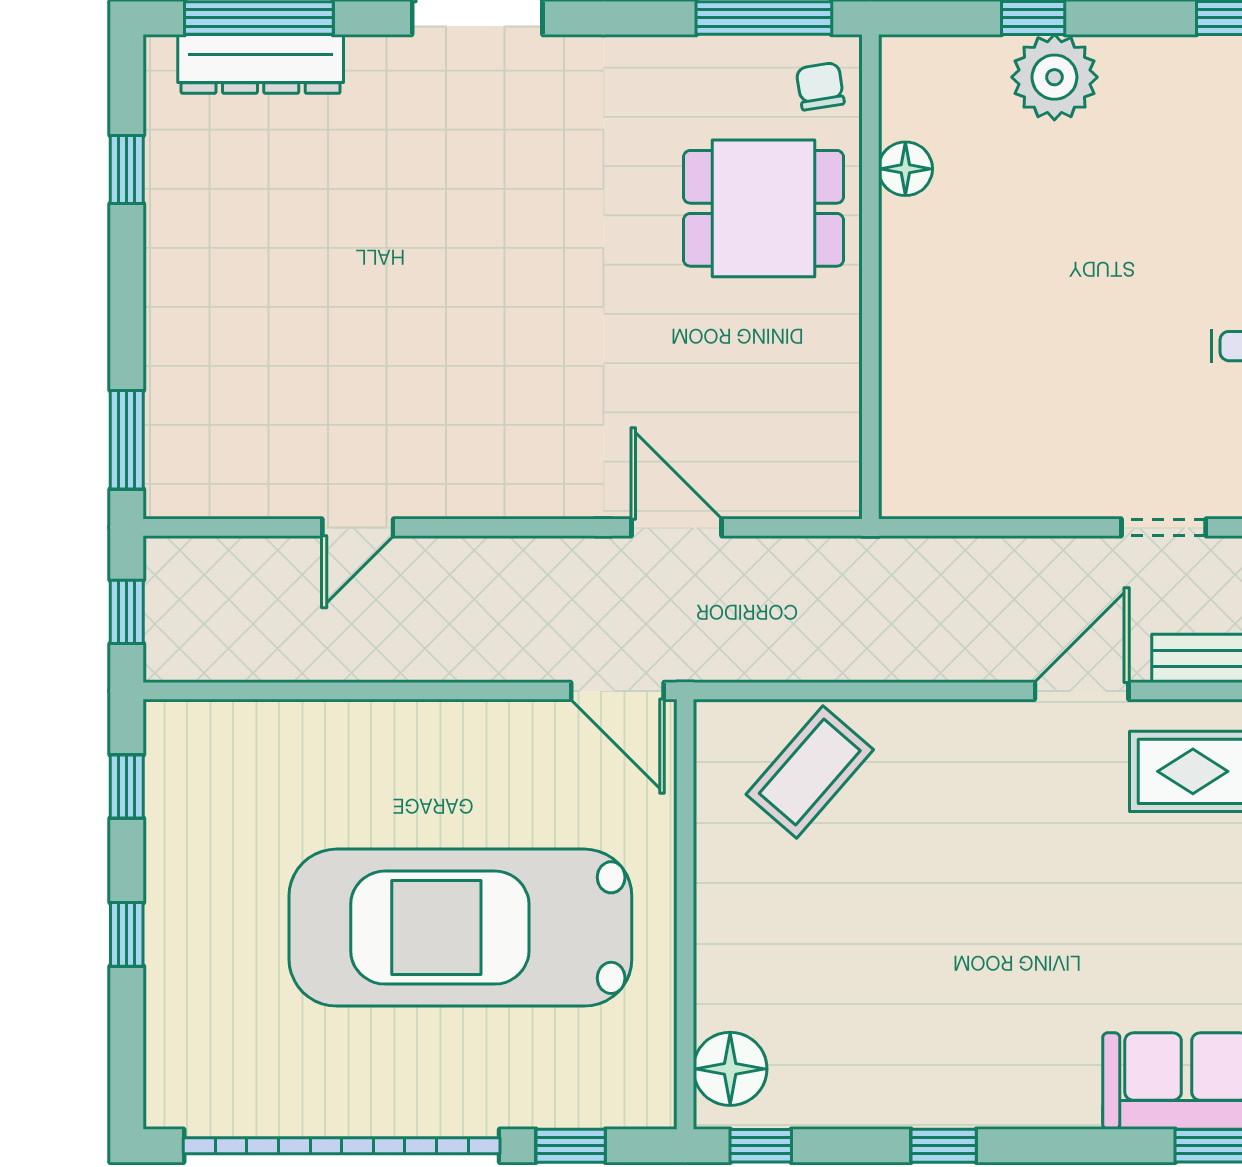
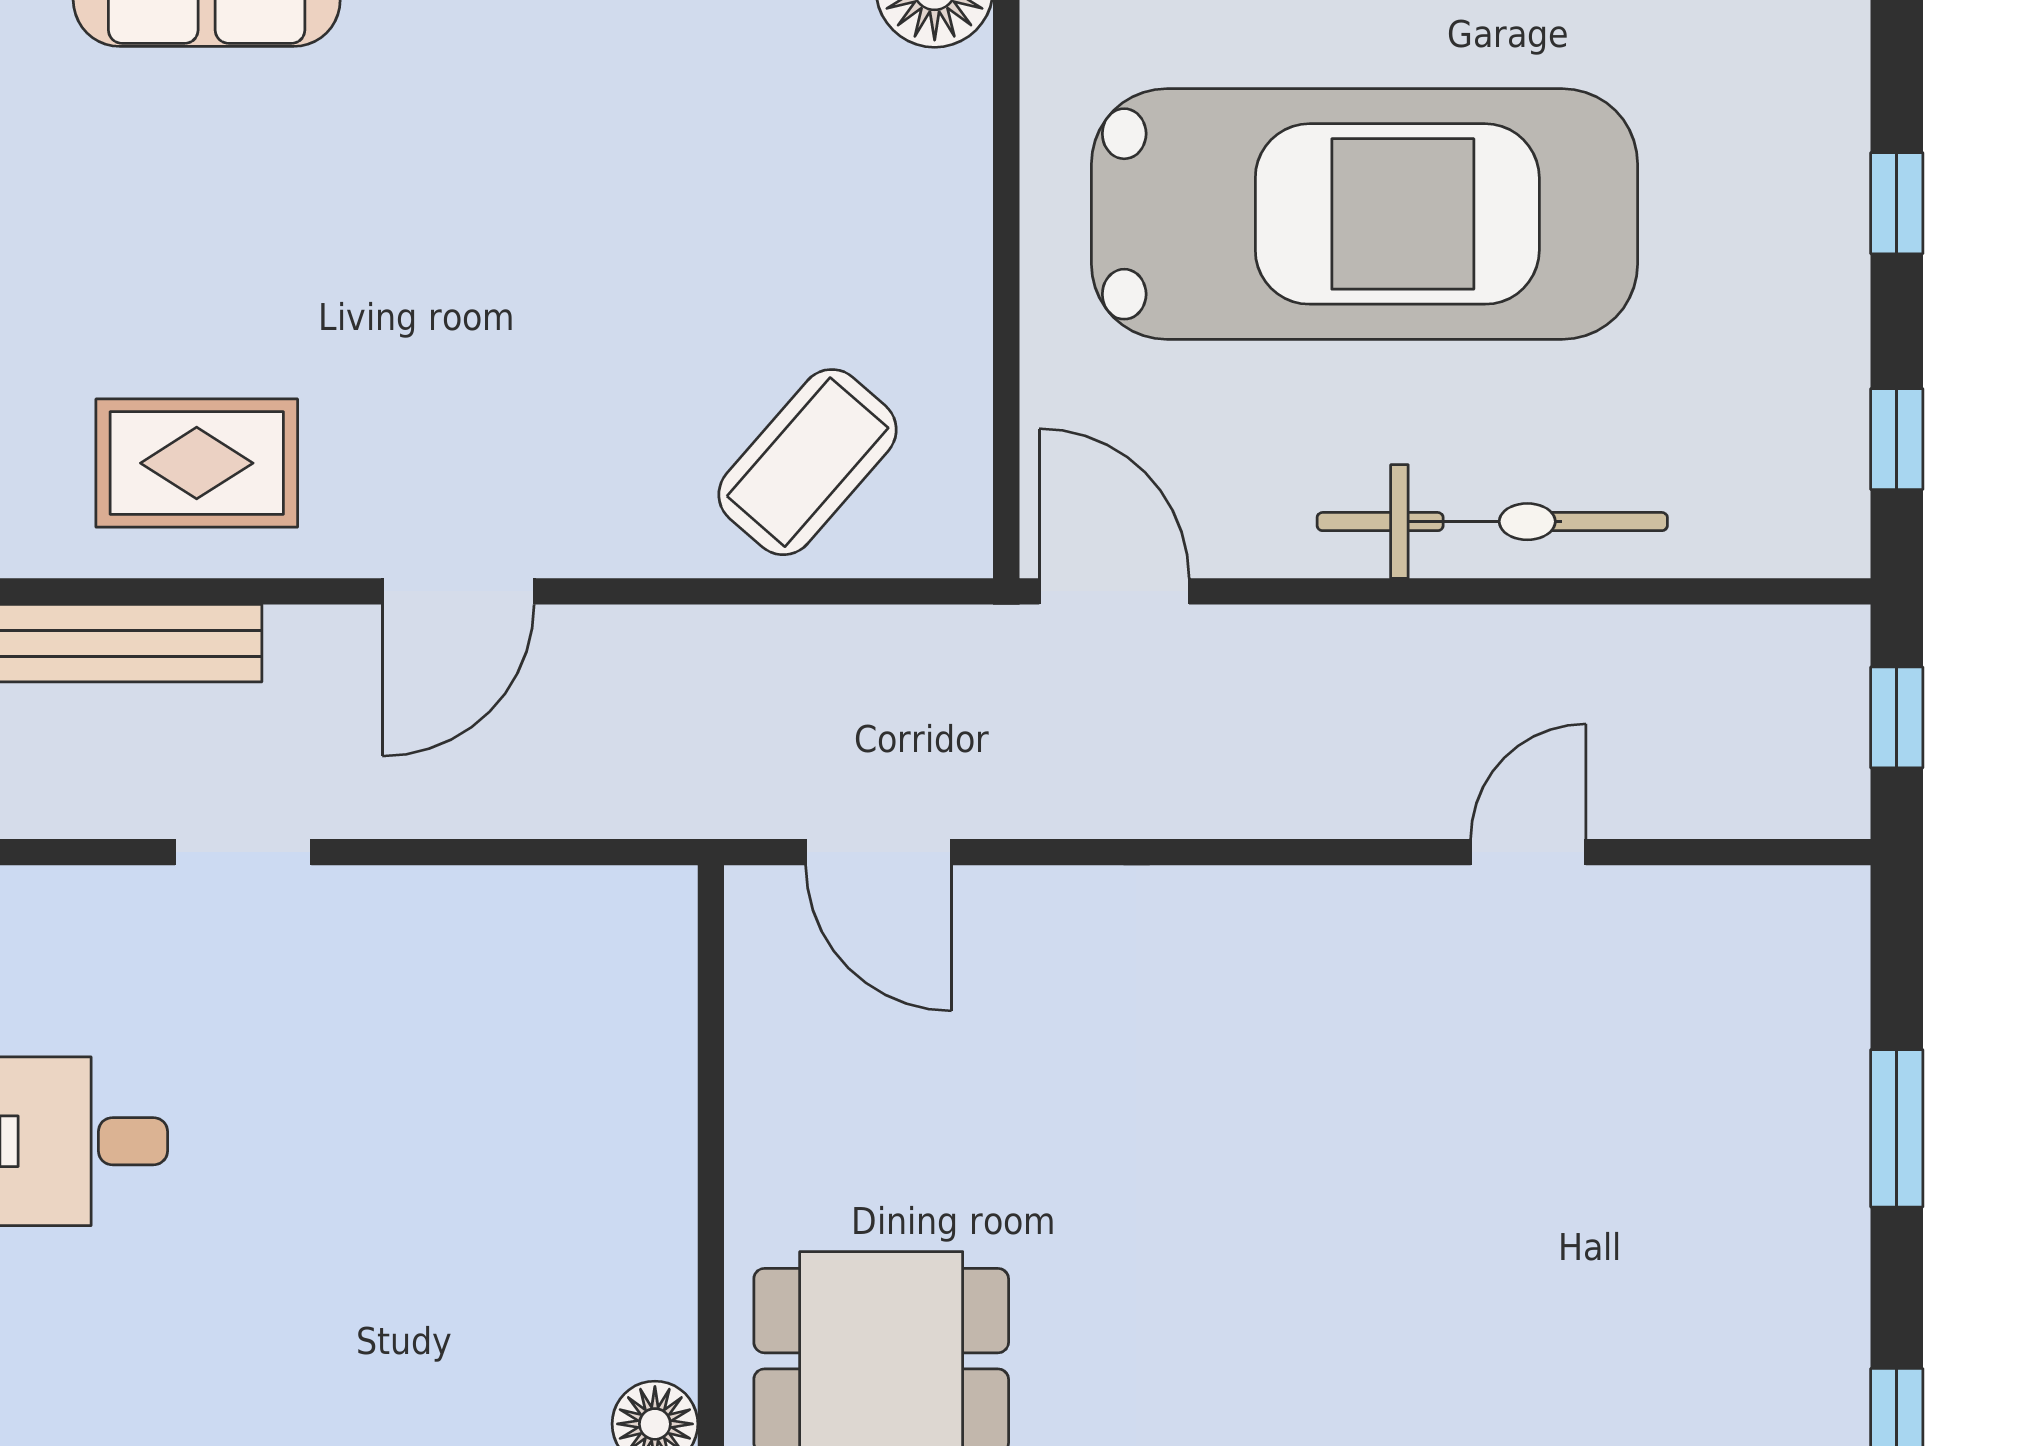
window: (127, 440) -> (1897, 1128), moved
door: (676, 527) -> (879, 852), moved
door: (1082, 691) -> (458, 591), moved
bicycle: (380, 735) -> (1492, 522), added

